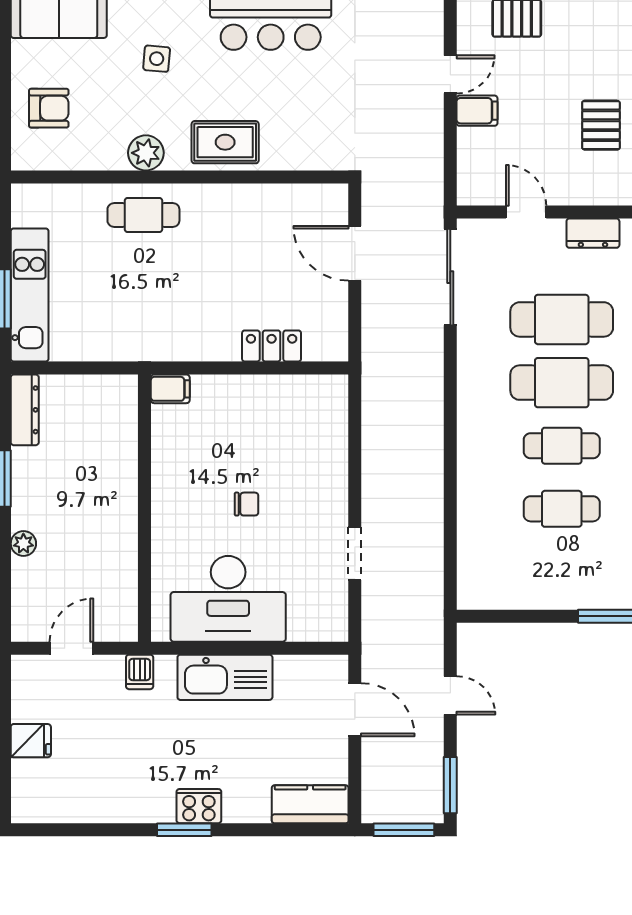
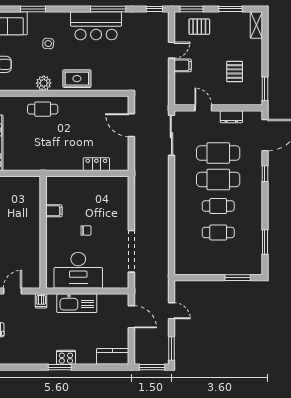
filing cabinet: (170, 389) -> (54, 211), moved
doorway: (355, 553) -> (131, 251), width x1.87

